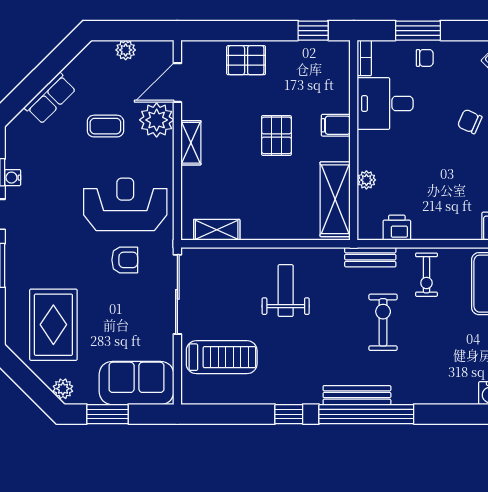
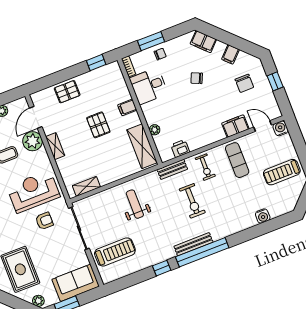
exercise bike: (383, 322) -> (192, 201), turned 180

